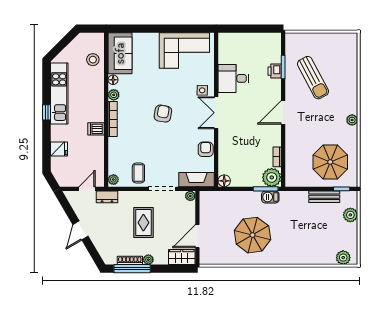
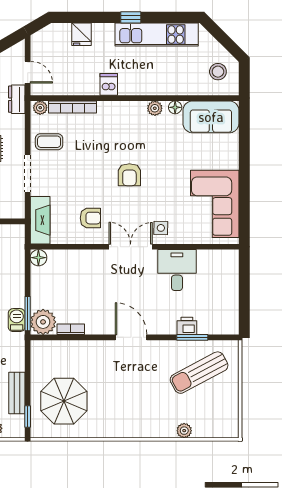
stool: (93, 60) -> (218, 72), moved
sun lounger: (313, 78) -> (199, 373), moved
armchair: (163, 114) -> (129, 175), turned 80
bookcase: (113, 119) -> (72, 107), moved
plant: (352, 120) -> (184, 431), moved
armchair: (206, 149) -> (90, 218), moved
plant: (190, 196) -> (18, 212), removed

